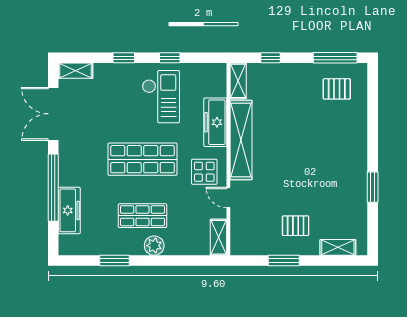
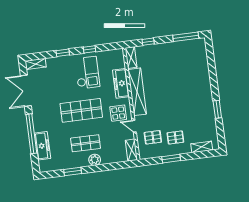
pallet: (337, 89) -> (153, 137), moved

